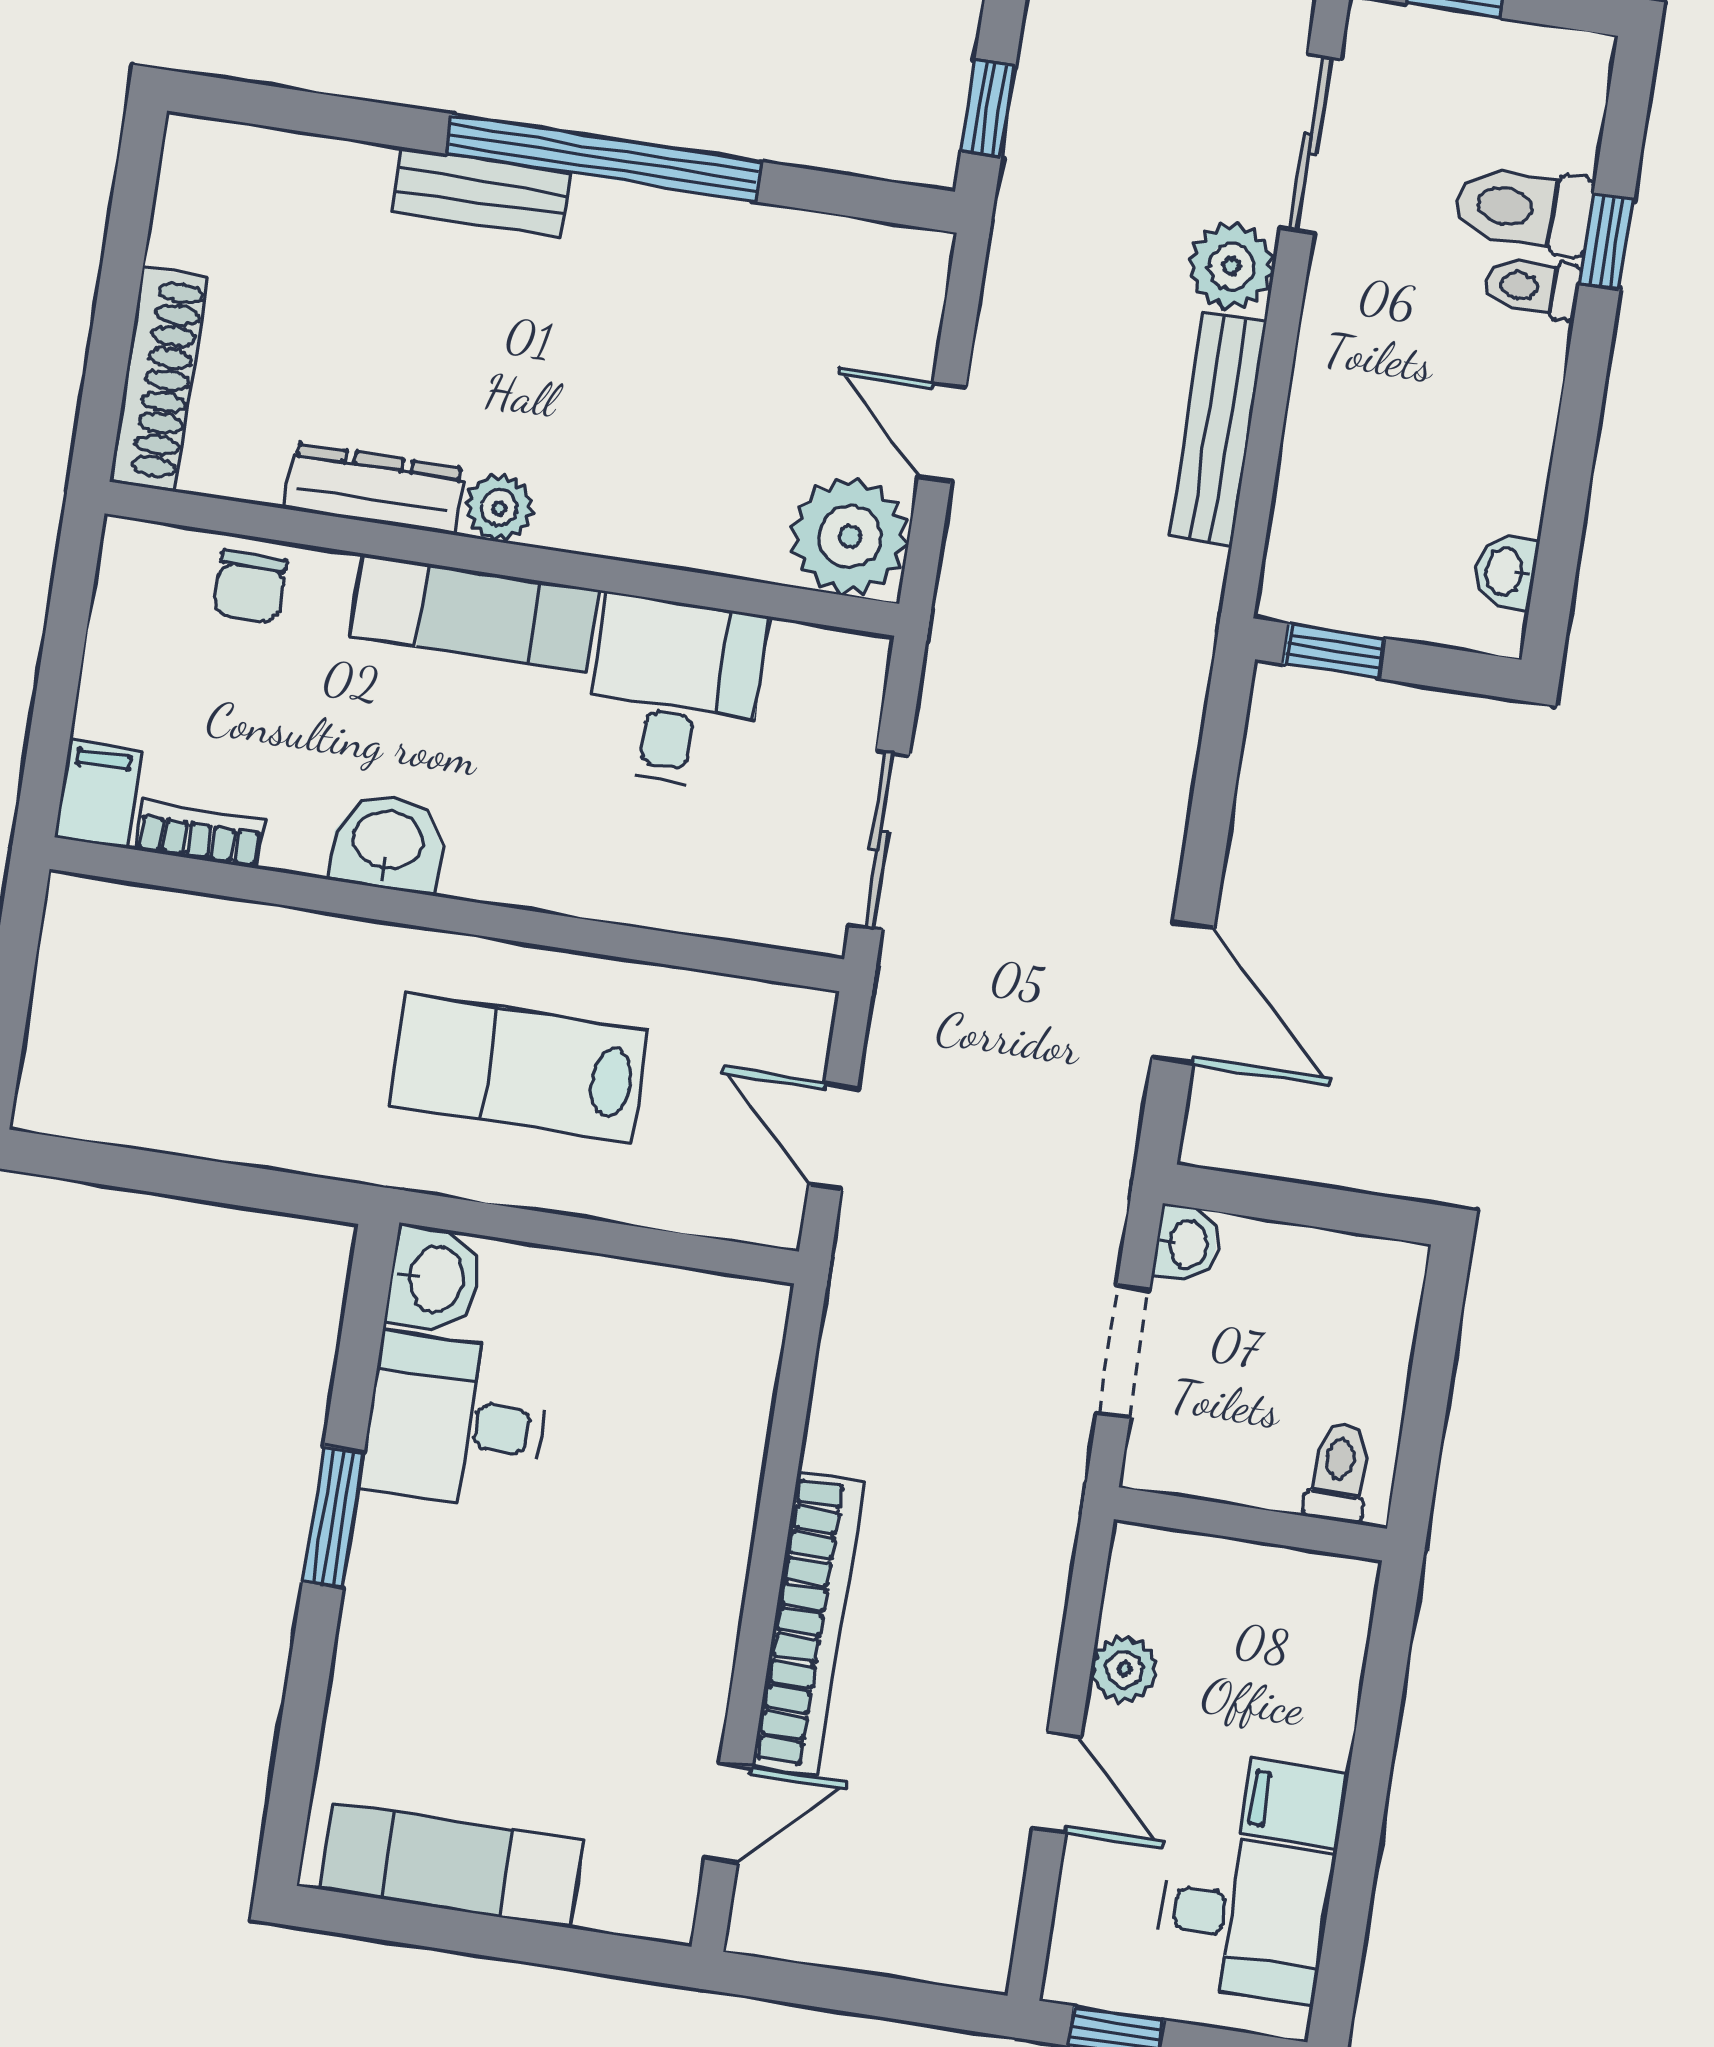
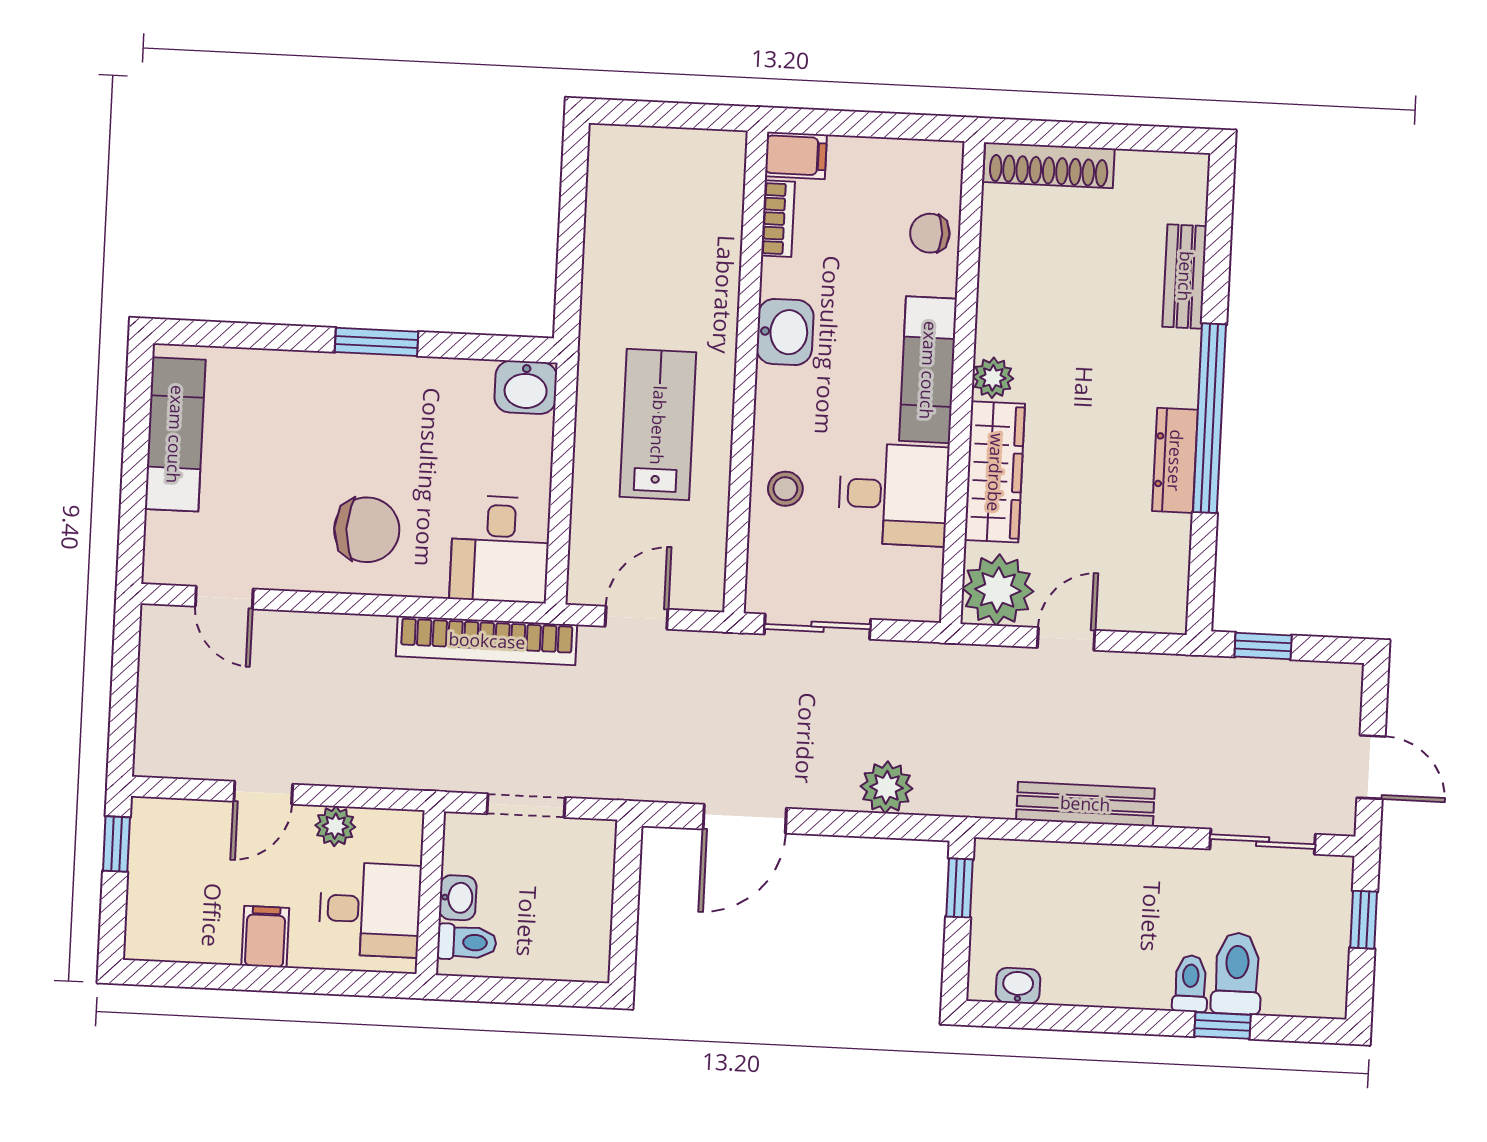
bench: (481, 192) -> (1185, 276), moved
plant: (1231, 266) -> (887, 787), moved
dresser: (374, 489) -> (1175, 460), moved, turned 180
wardrobe: (655, 521) -> (995, 472), added
stool: (646, 869) -> (785, 489), added
washbasin: (1186, 1244) -> (458, 898), moved, turned -90
desk: (456, 1422) -> (500, 549), moved, turned 180
chair: (641, 1566) -> (367, 530), added
bookcase: (808, 1624) -> (487, 641), moved
desk: (1243, 1918) -> (370, 909), moved, turned -90

